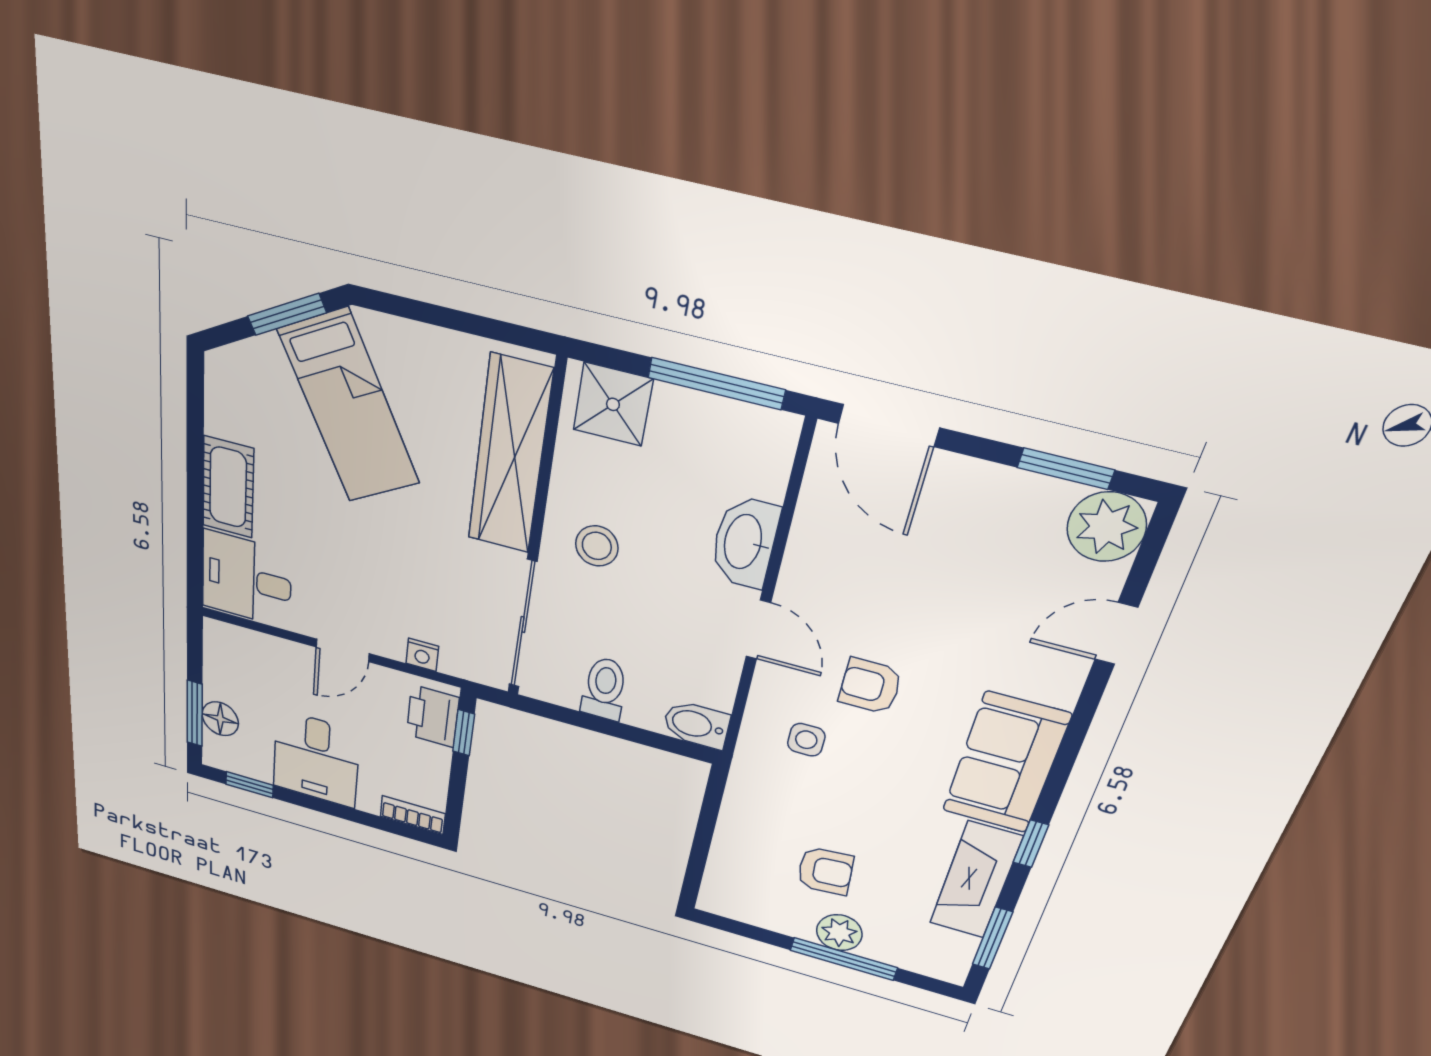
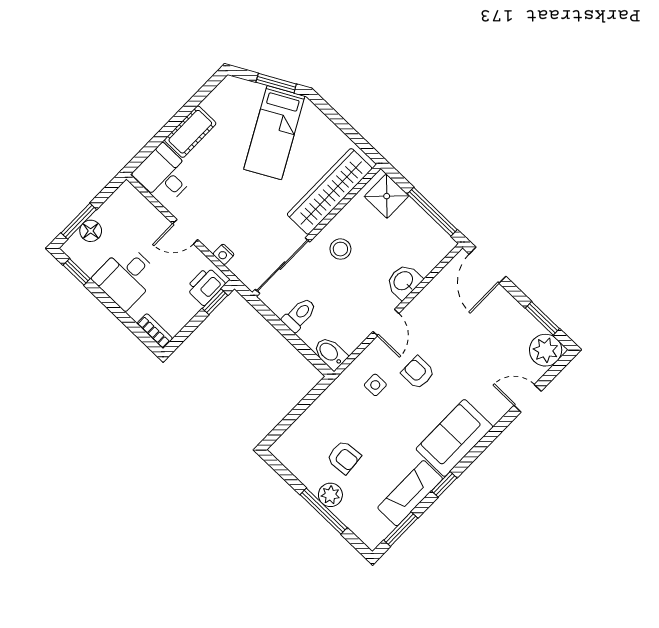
washbasin: (744, 542) -> (404, 281), width x0.72

